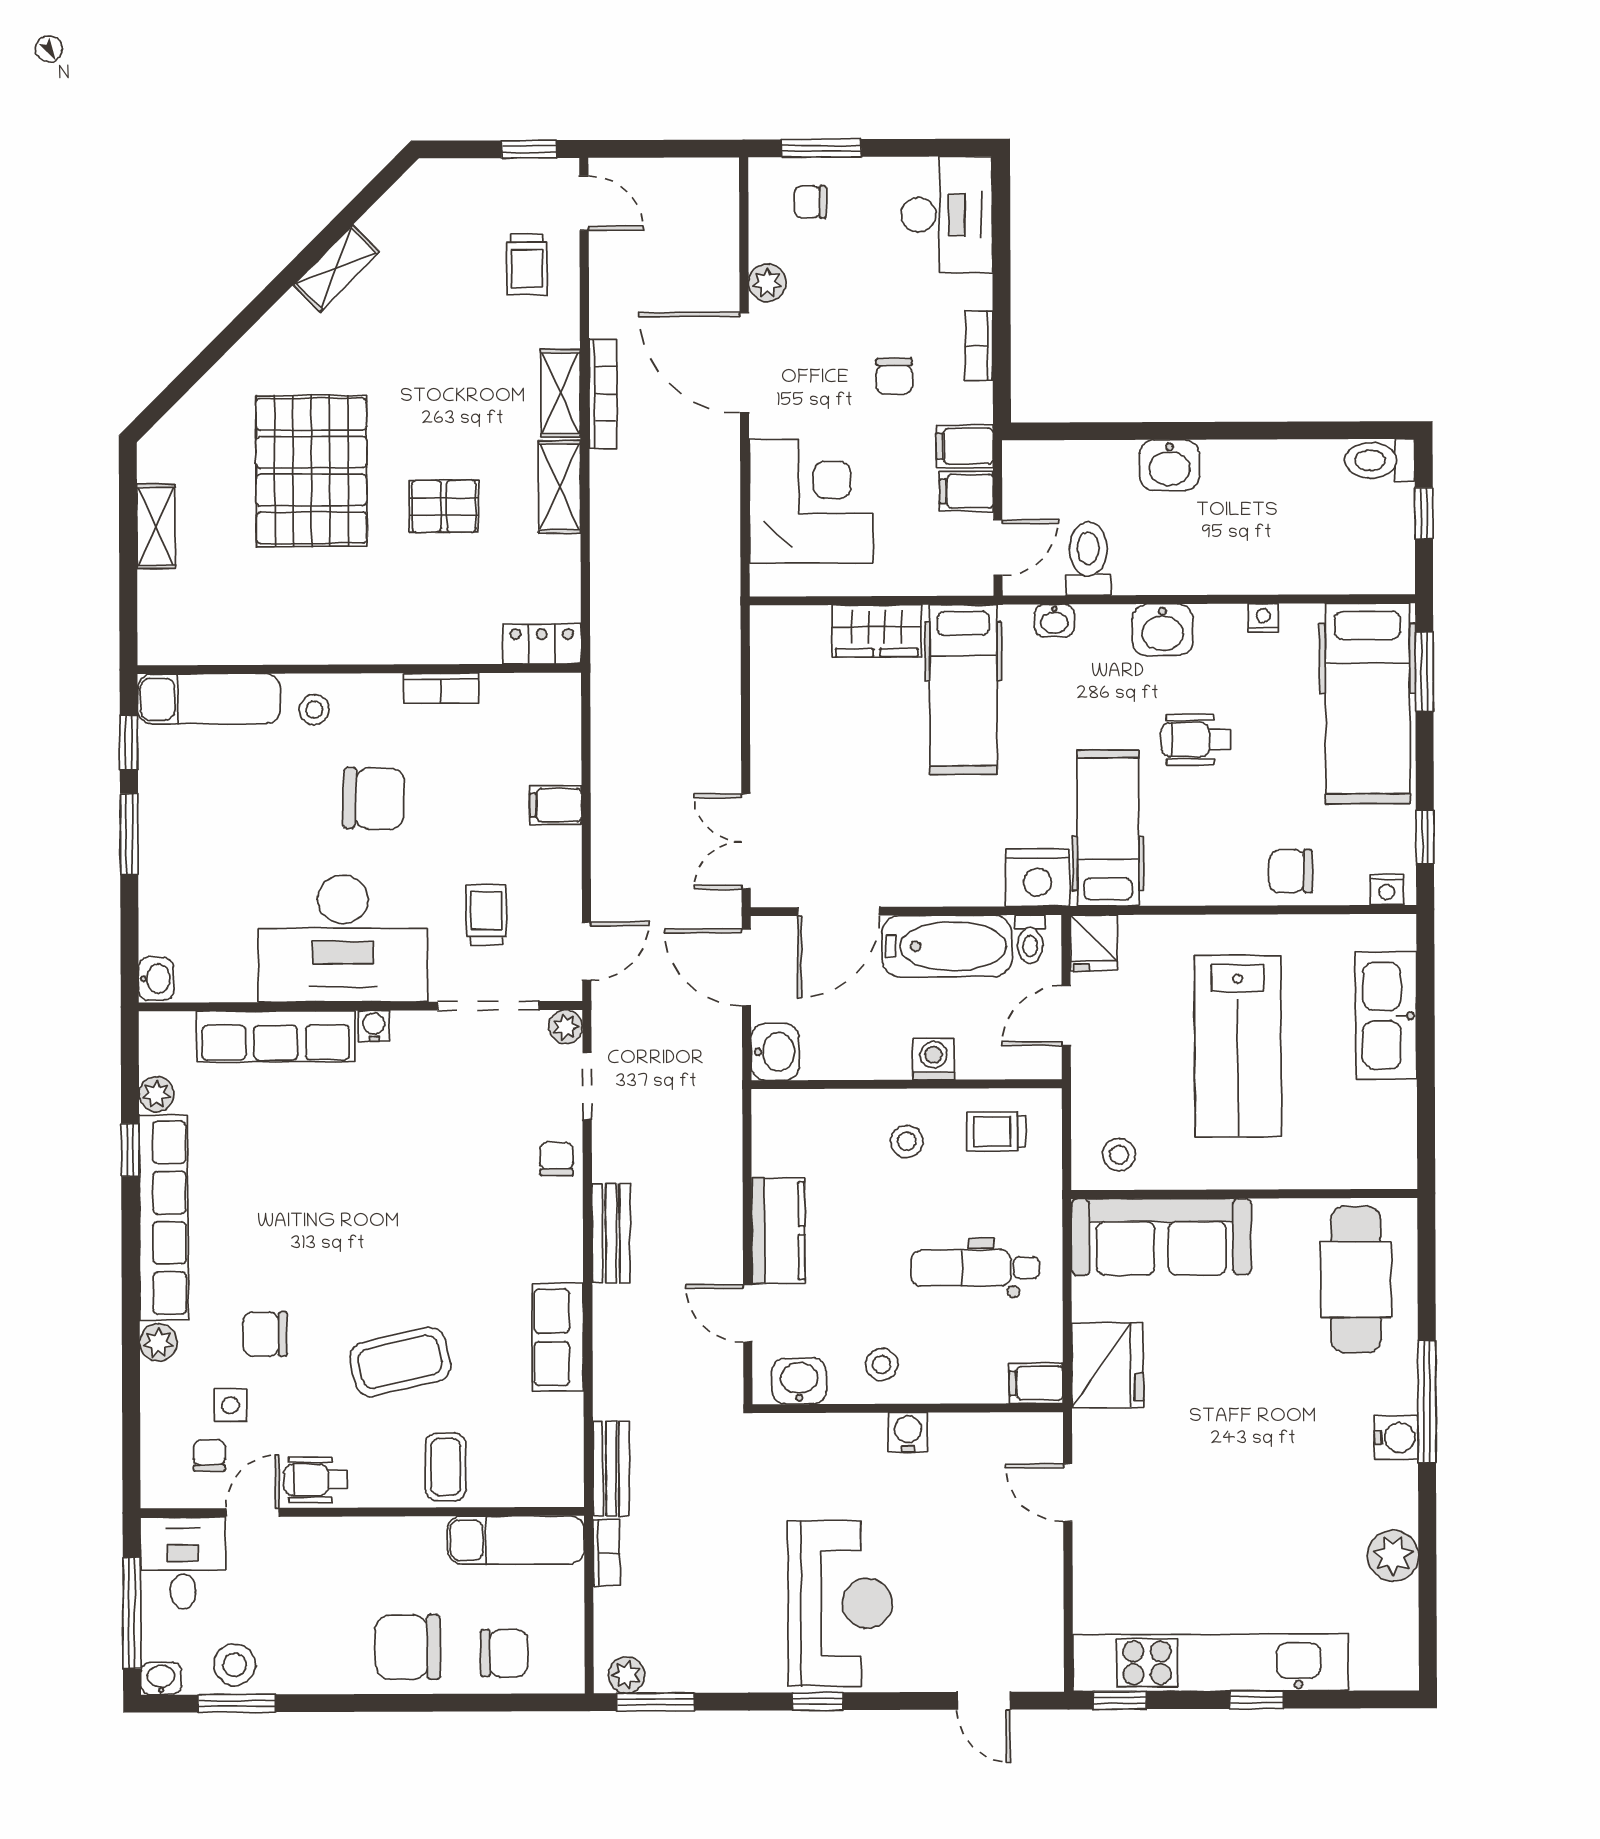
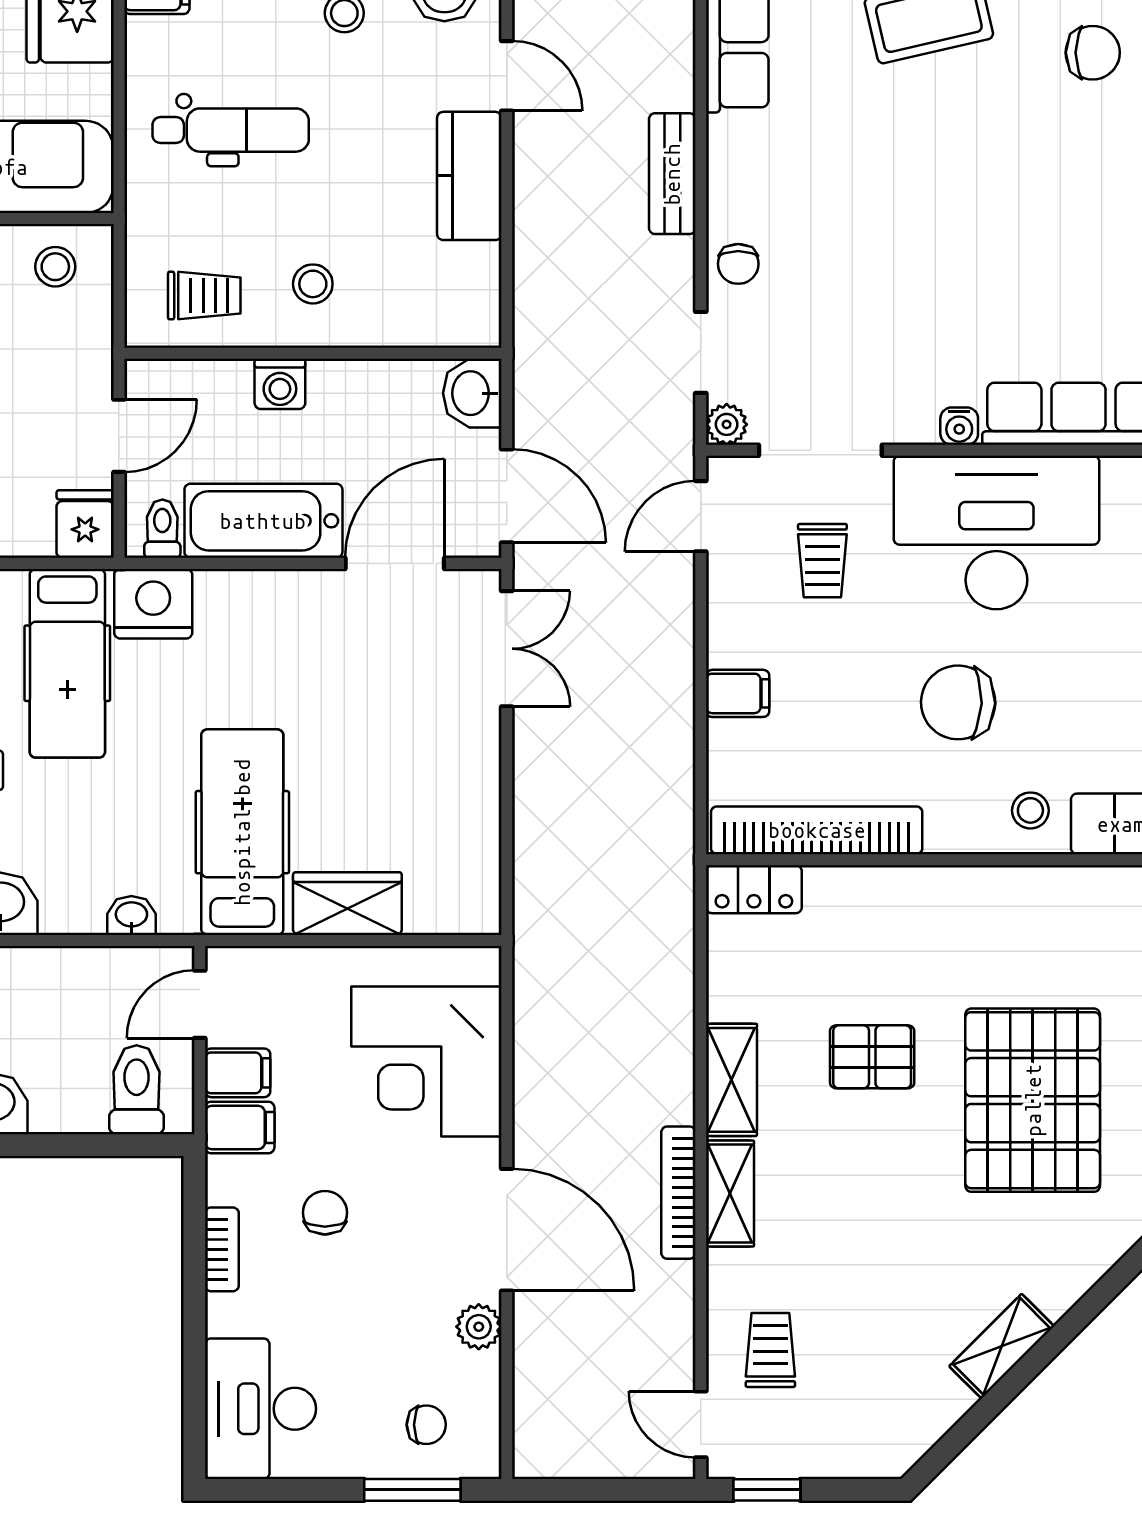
toilet: (1088, 559) -> (137, 1090), moved, turned 180
bookcase: (441, 688) -> (817, 830), width x2.31, depth x1.31

